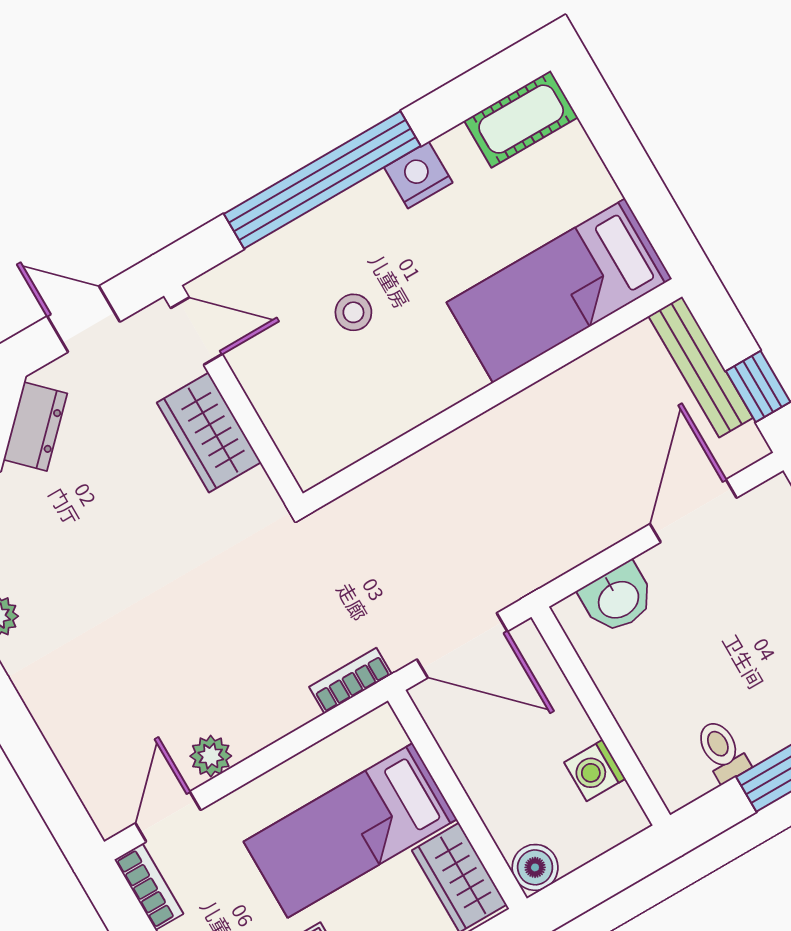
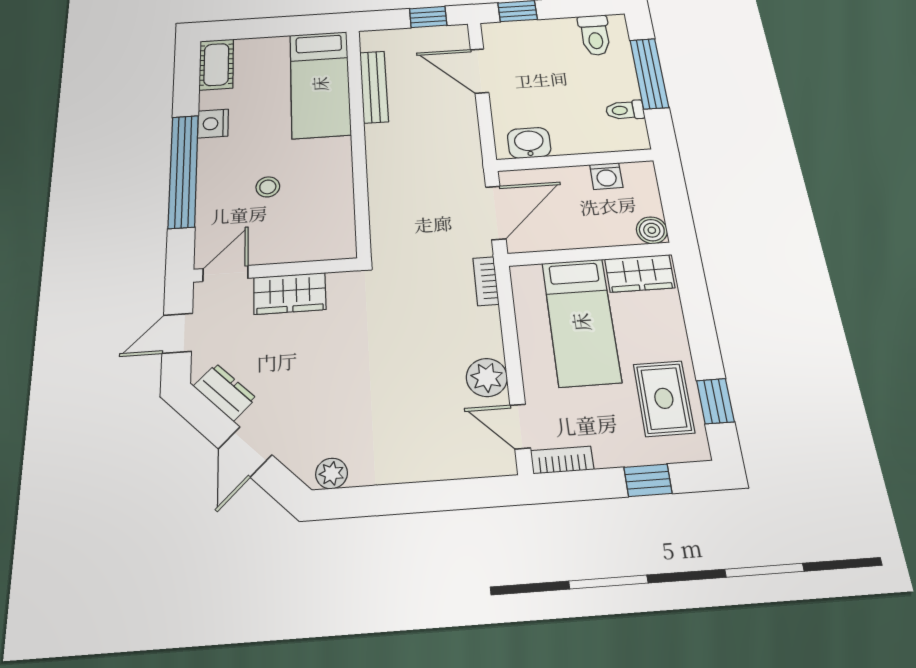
bench: (701, 367) -> (374, 87), moved, turned 90
washbasin: (618, 598) -> (529, 143), moved, turned -90
plant: (211, 756) -> (487, 377), width x1.38, depth x1.38

